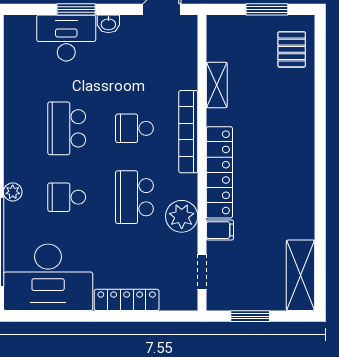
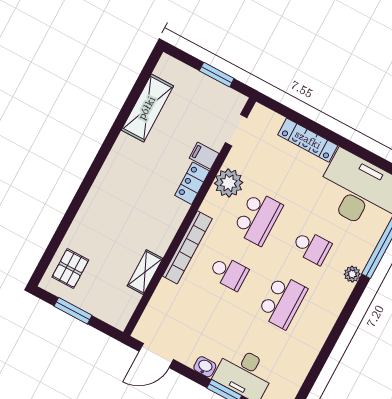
locker: (219, 172) -> (192, 183), width x0.46, depth x0.83
shelving: (300, 275) -> (147, 108), moved

